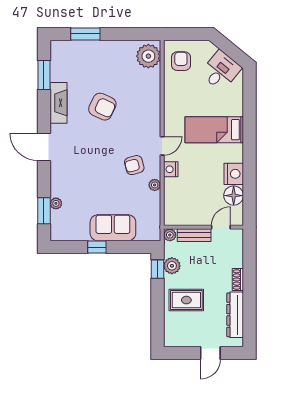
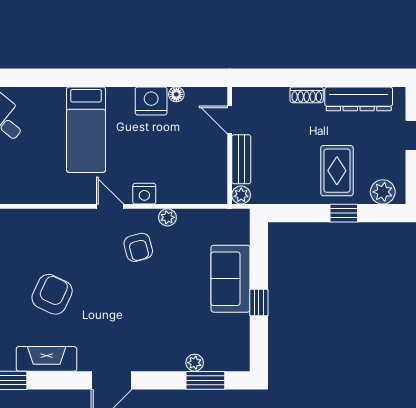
floor lamp: (234, 196) -> (176, 94), width x0.53, depth x0.53
plant: (172, 266) -> (383, 192), moved
window: (157, 269) -> (344, 213), moved

